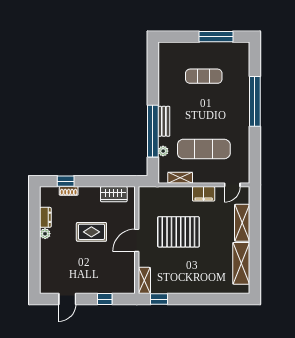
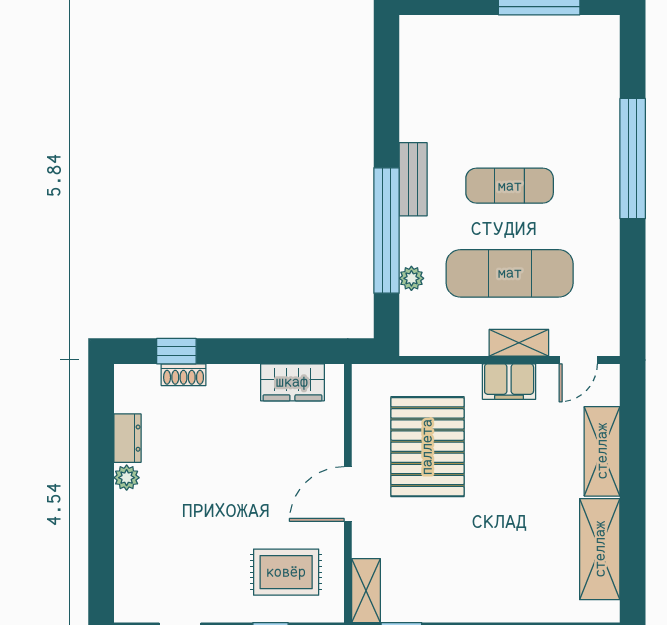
exercise mat: (204, 76) -> (510, 186), moved
bench: (164, 121) -> (413, 179), moved
shelving: (180, 178) -> (519, 343), moved
rug: (91, 232) -> (286, 572), moved
pallet: (178, 232) -> (427, 447), moved, turned 90

